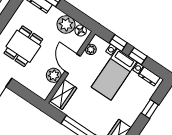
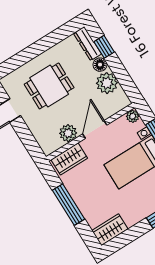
floor lamp: (81, 30) -> (100, 65), moved
plant: (91, 49) -> (133, 116), moved

